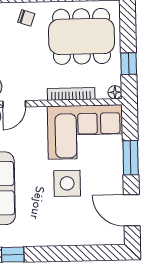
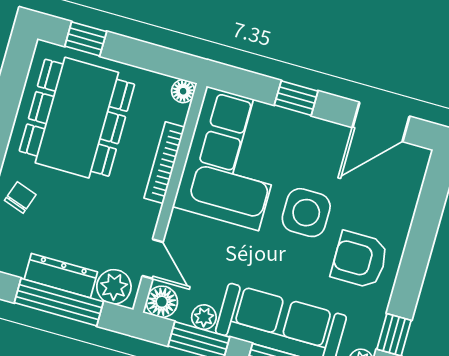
window: (129, 64) -> (86, 39), moved
window: (131, 158) -> (296, 98), width x0.67
armchair: (50, 222) -> (360, 260), added

